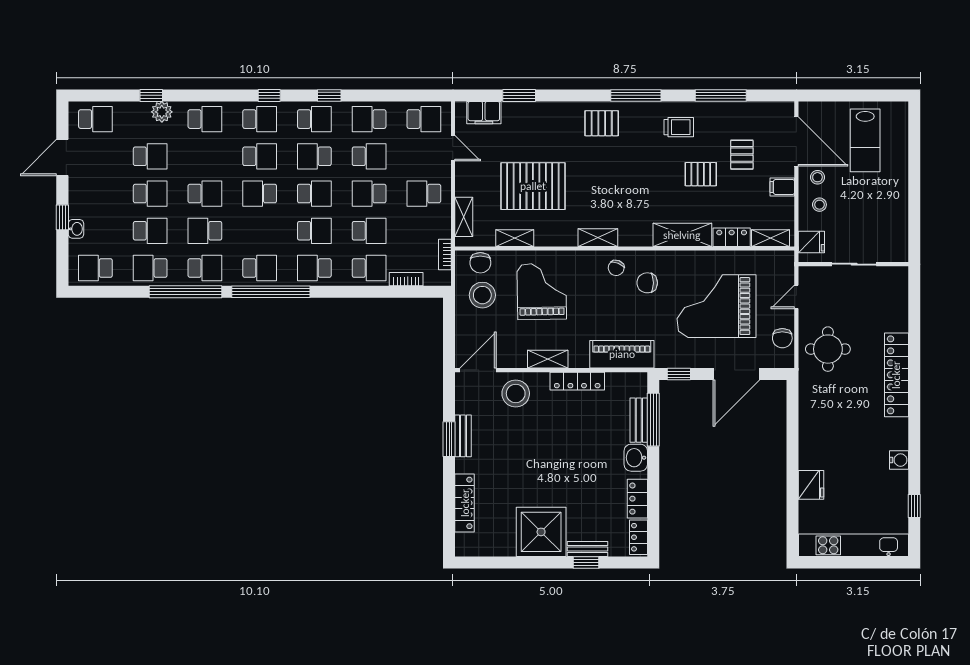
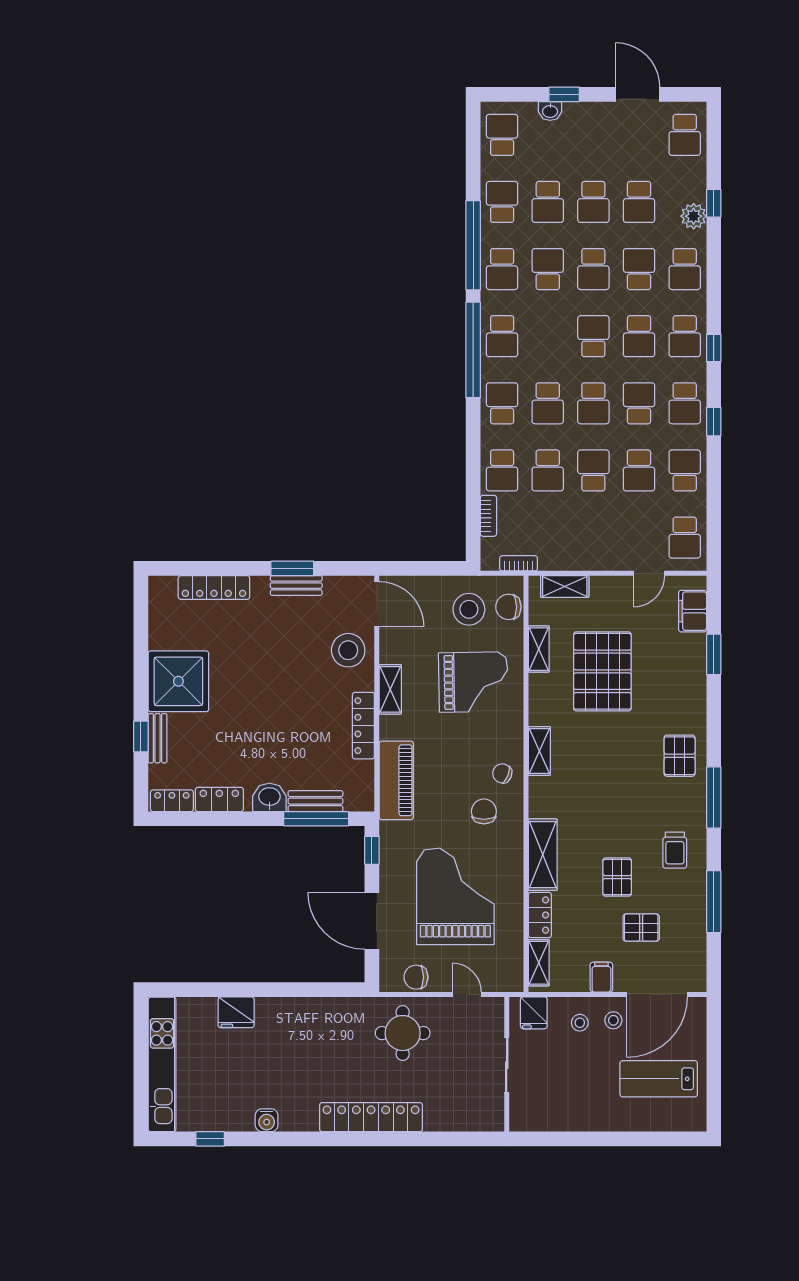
school desk: (424, 194) -> (639, 269), moved

